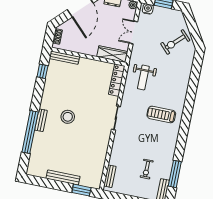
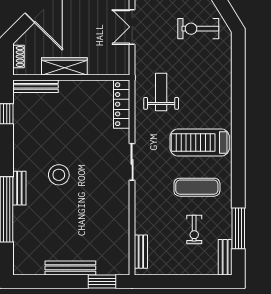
exercise bike: (175, 42) -> (198, 29), turned 44
wardrobe: (112, 54) -> (64, 66), moved
weight bench: (143, 77) -> (161, 92), turned 180
treadmill: (161, 114) -> (200, 142), width x1.37, depth x1.38
exercise mat: (154, 142) -> (197, 187), added

